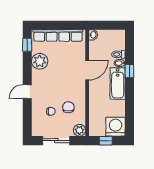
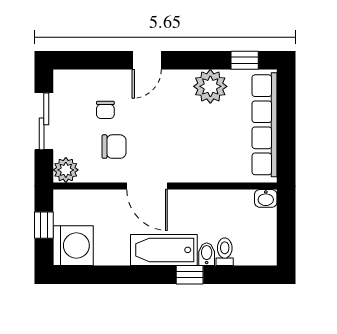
door: (87, 70) -> (147, 186), moved
door: (27, 92) -> (147, 60), swing flipped

